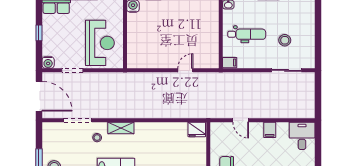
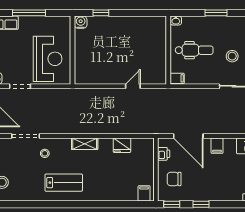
door: (241, 120) -> (188, 136), width x1.87
shelving: (121, 128) -> (85, 144), moved
fridge: (197, 129) -> (122, 145), moved
printer: (216, 138) -> (164, 154), added

